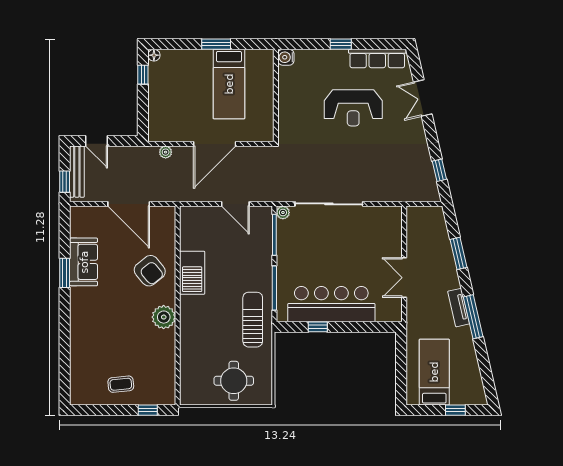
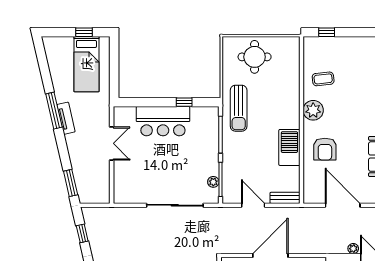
plant: (166, 152) -> (353, 249), moved
bench: (197, 213) -> (285, 198), added
plant: (283, 213) -> (213, 182), moved
window: (459, 253) -> (71, 183), moved
armchair: (150, 271) -> (325, 149), turned -141
bar counter: (331, 304) -> (163, 121), width x0.73
coffee table: (121, 384) -> (323, 79), moved
window: (455, 410) -> (84, 32), moved

